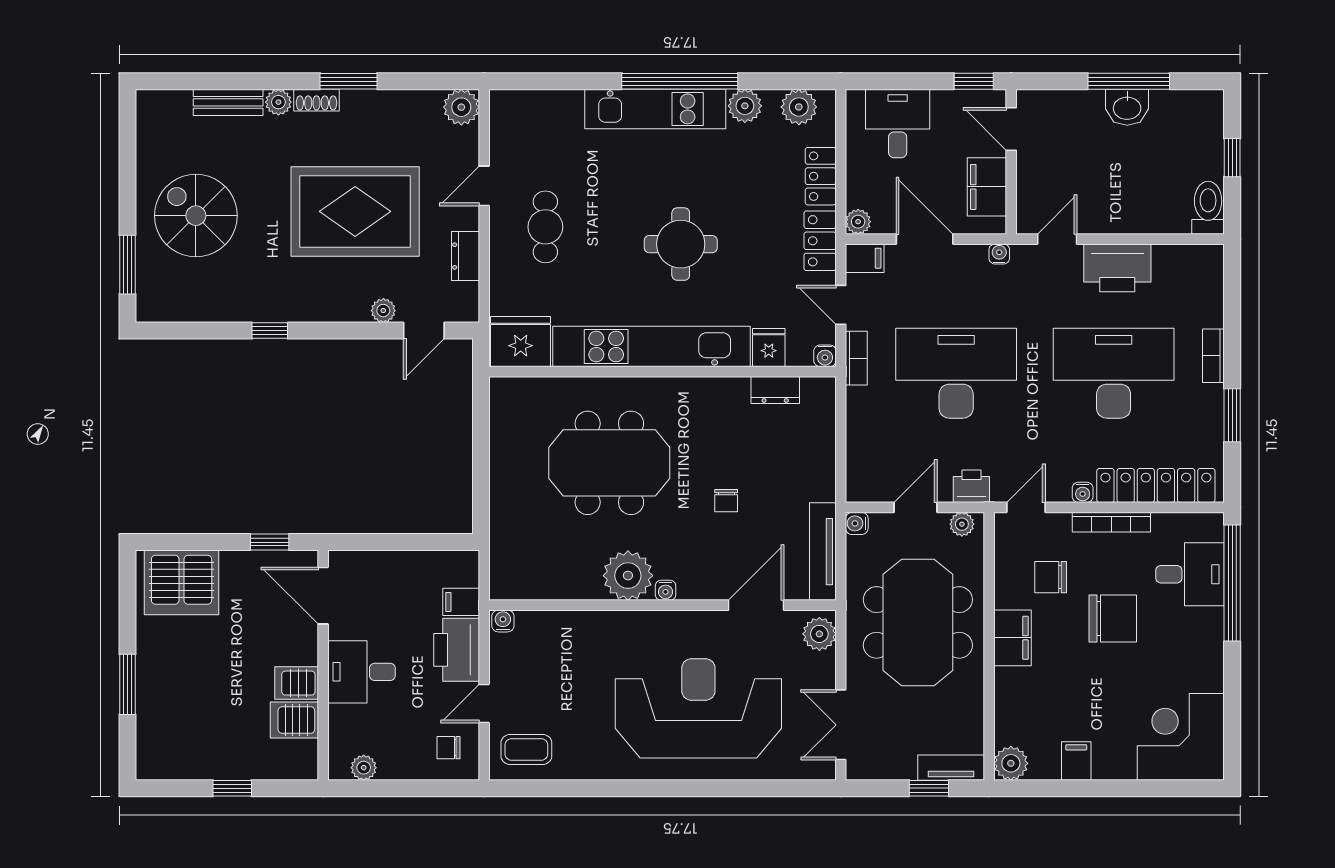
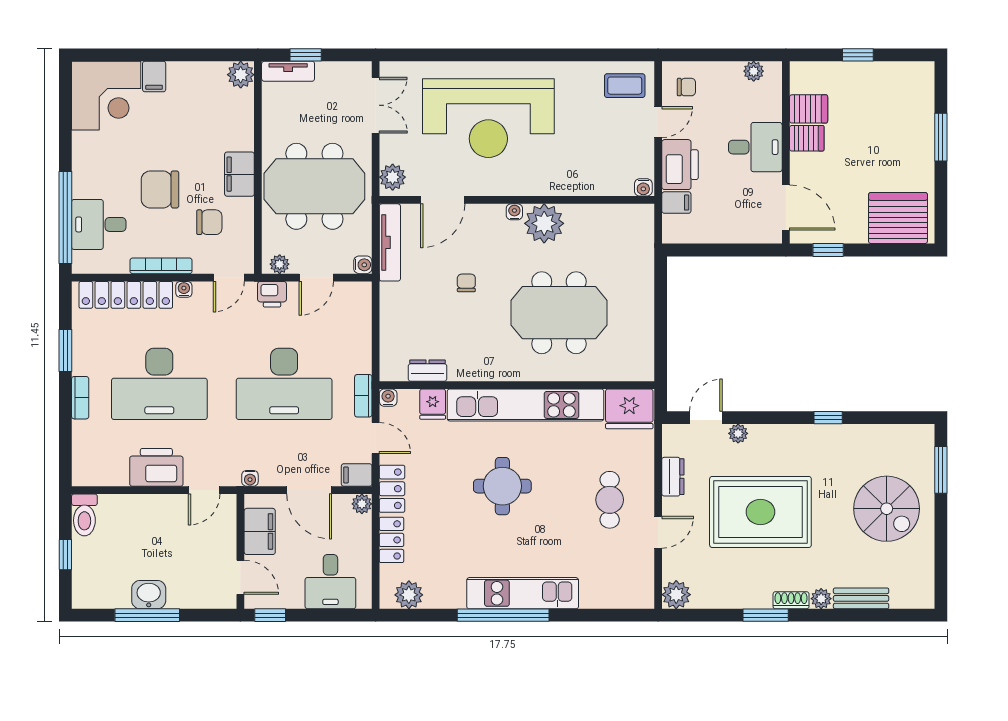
plant: (745, 106) -> (452, 596), removed
meeting table: (918, 622) -> (314, 186), turned 90
filing cabinet: (1076, 761) -> (154, 77), moved

